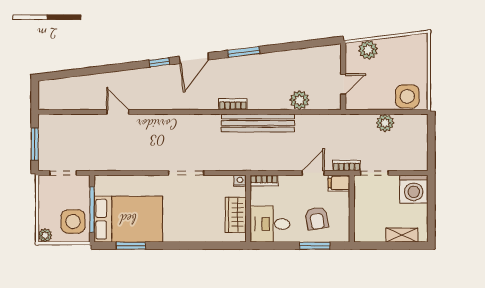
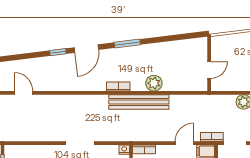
plant: (368, 50) -> (230, 42), removed
plant: (299, 100) -> (154, 83), moved

